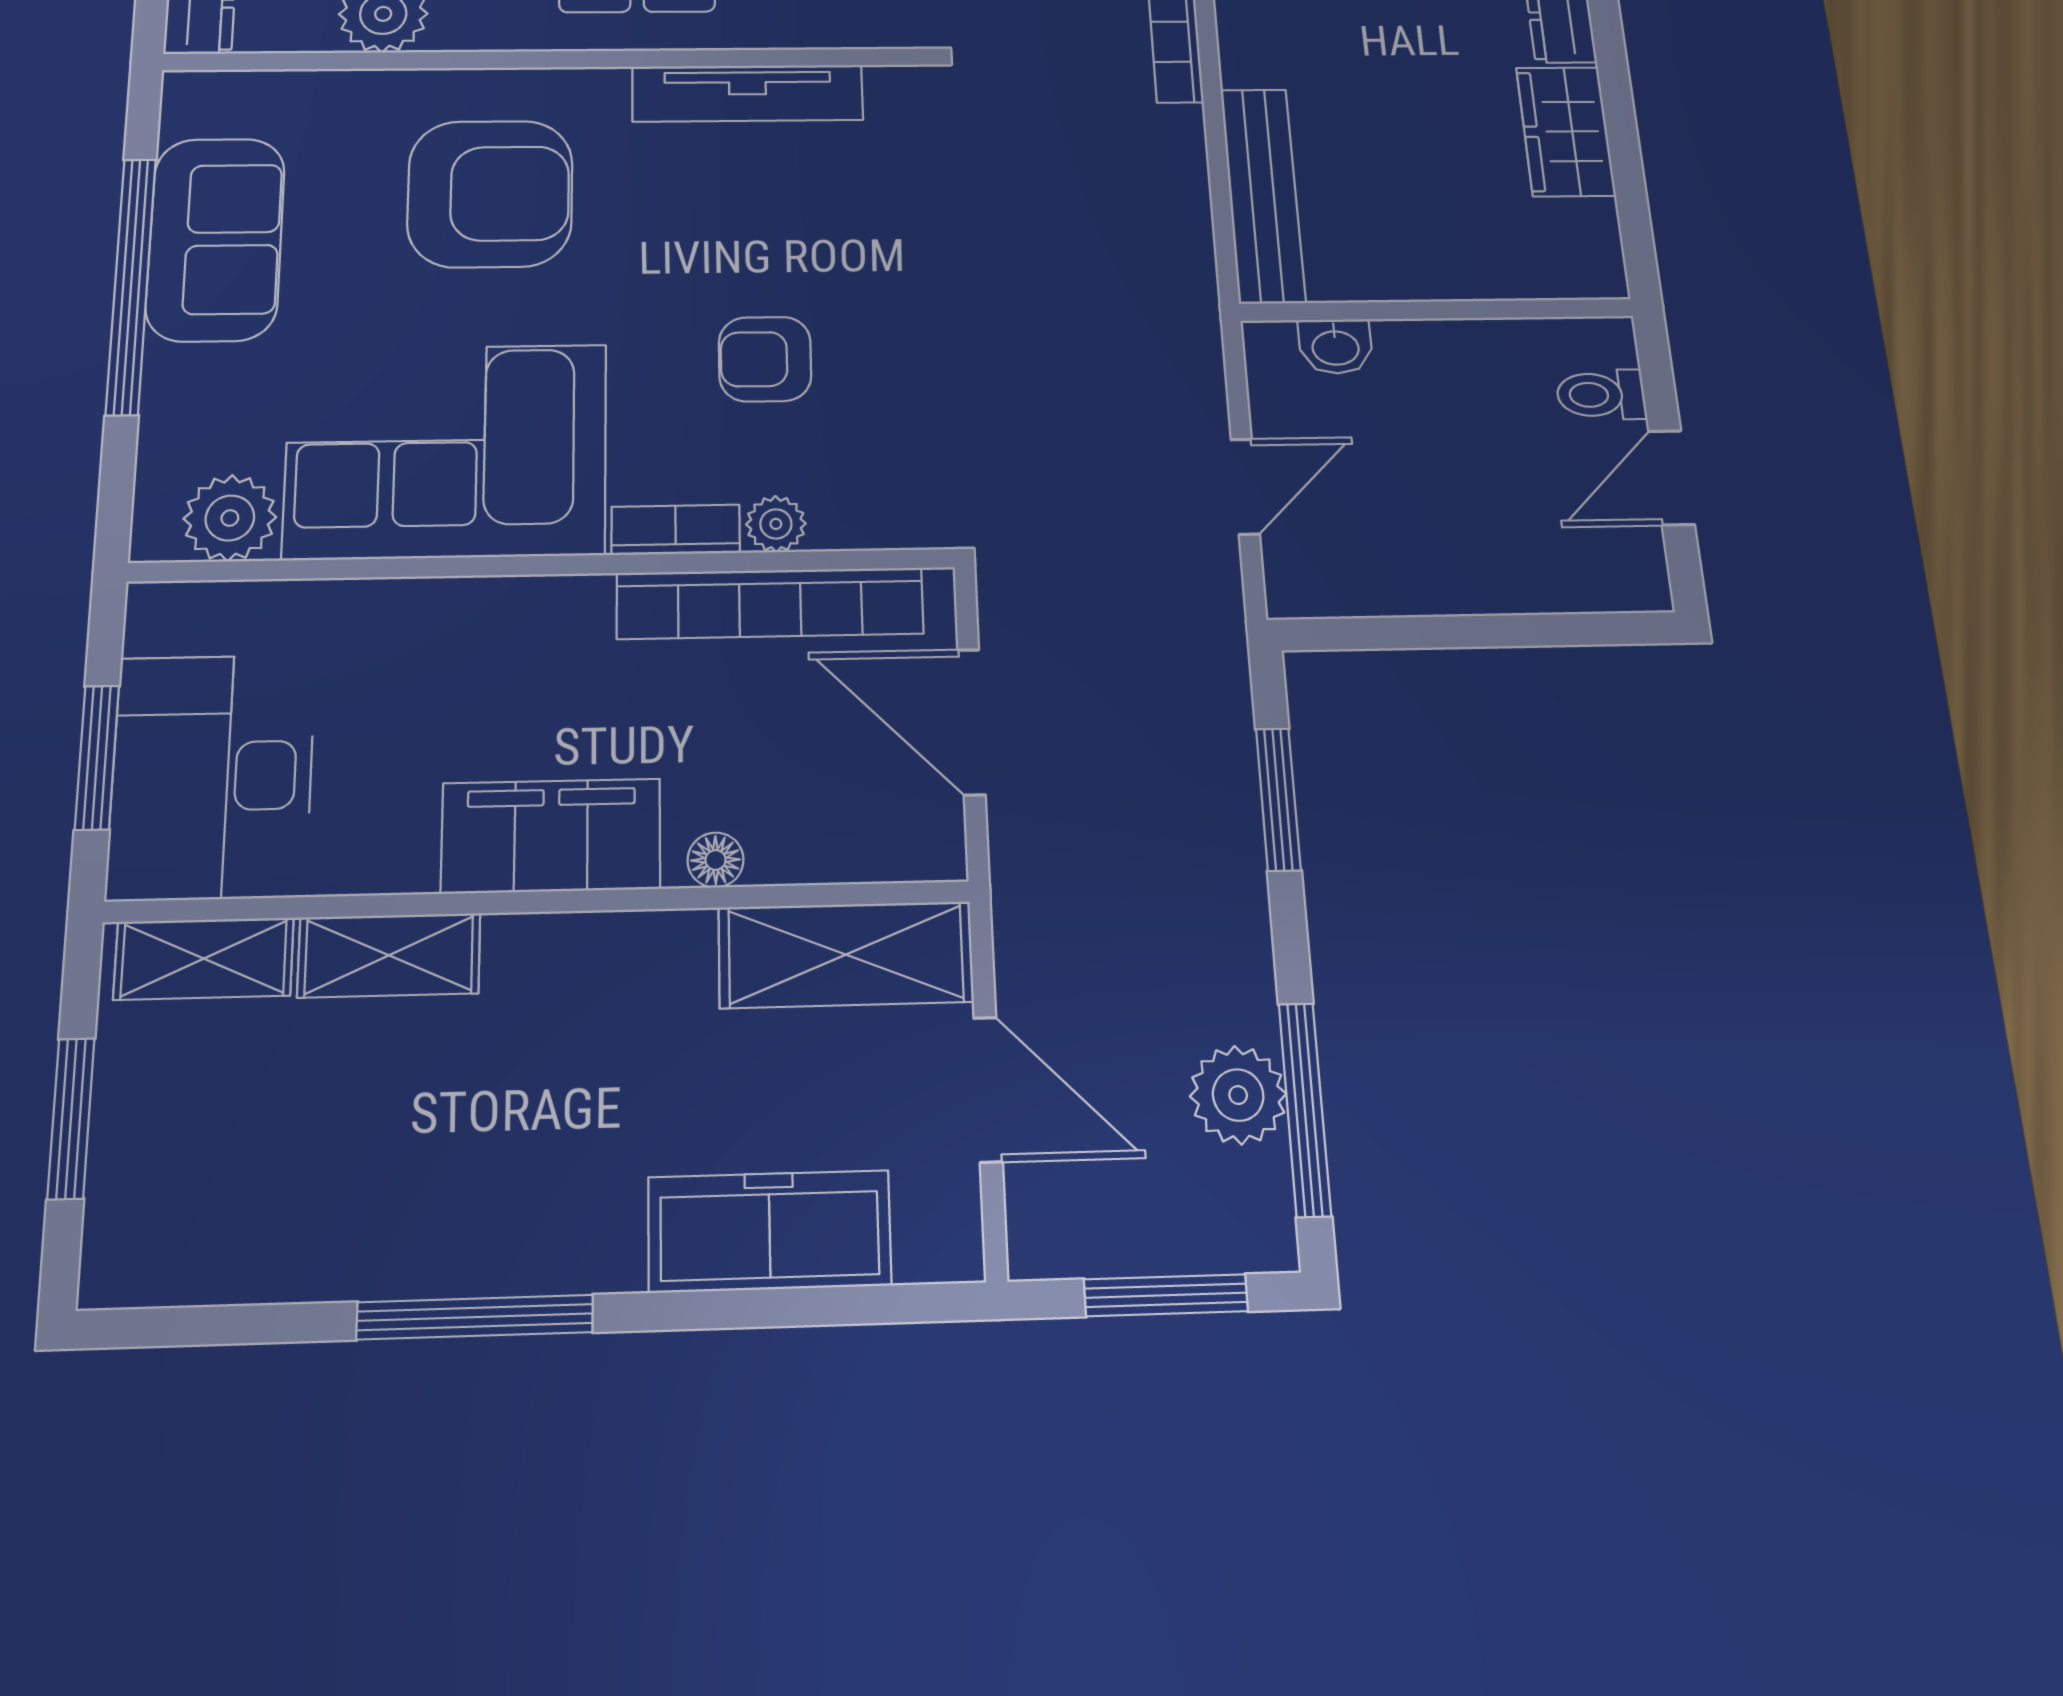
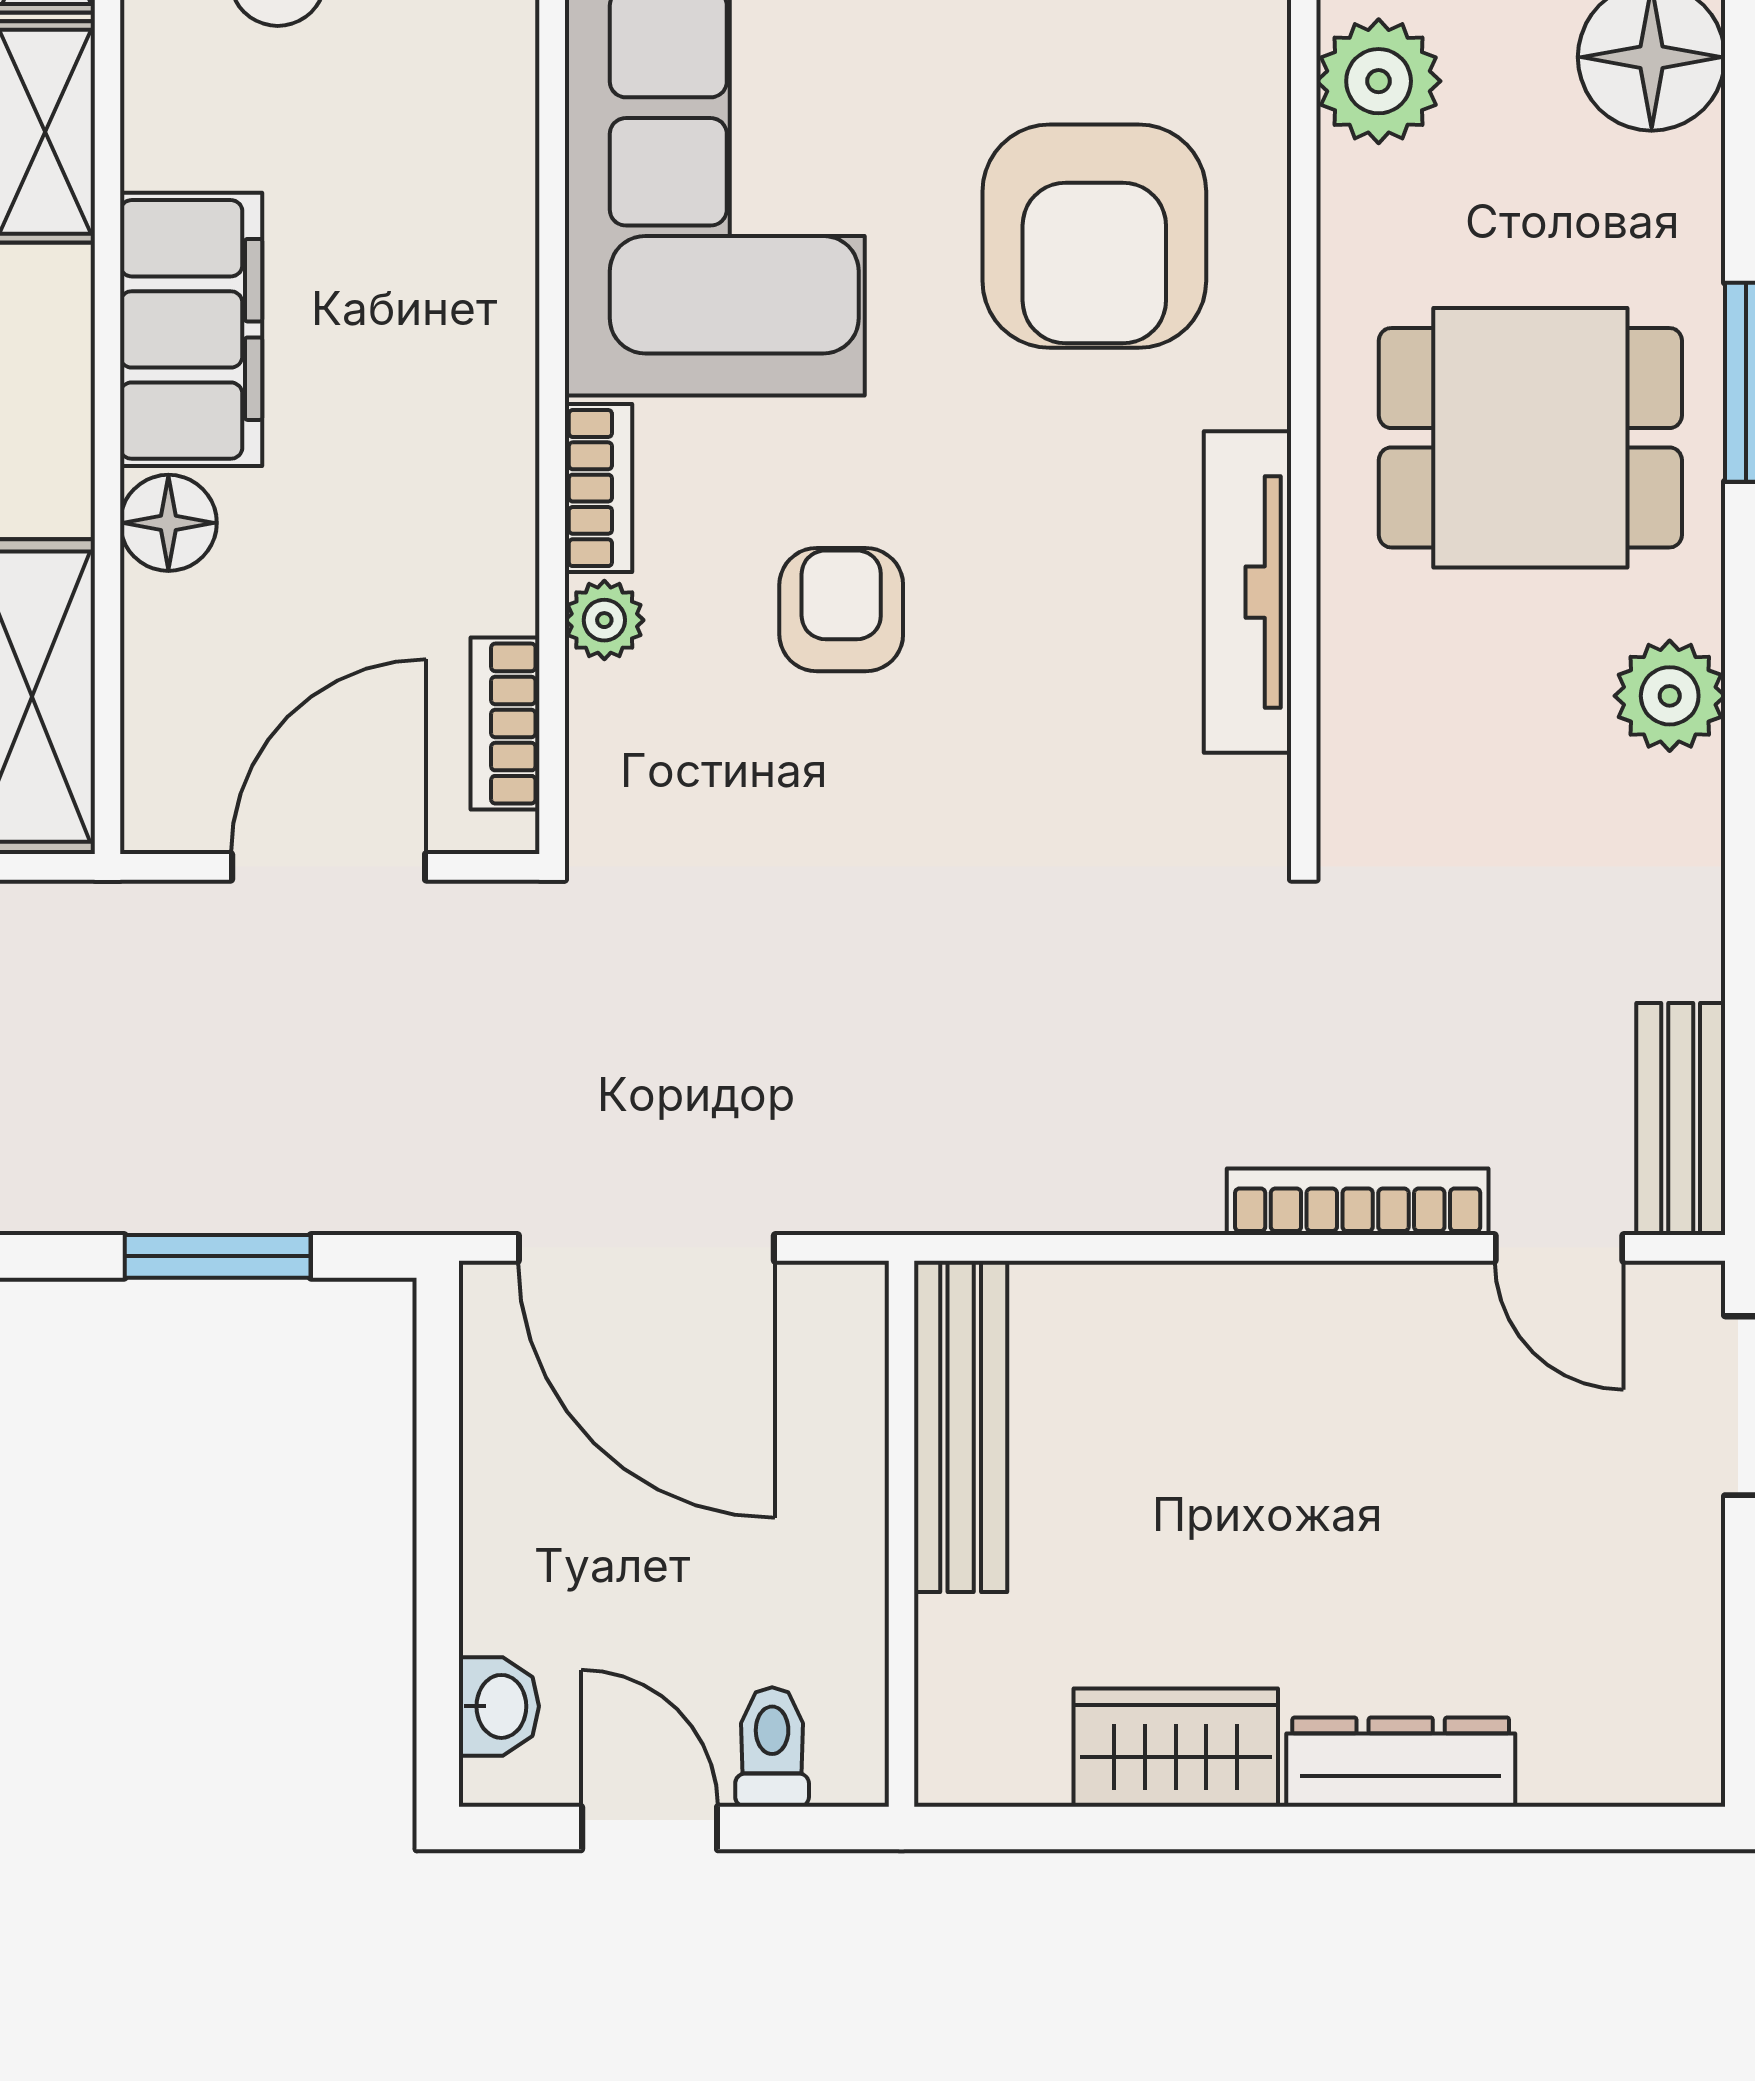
bench: (1263, 195) -> (961, 1426), moved, turned 90
washbasin: (1335, 346) -> (499, 1706), moved, turned 180
door: (1245, 487) -> (646, 1248), width x1.88
bookcase: (770, 603) -> (505, 724), width x0.43, depth x0.76
floor lamp: (716, 860) -> (168, 523), width x1.37, depth x1.37

